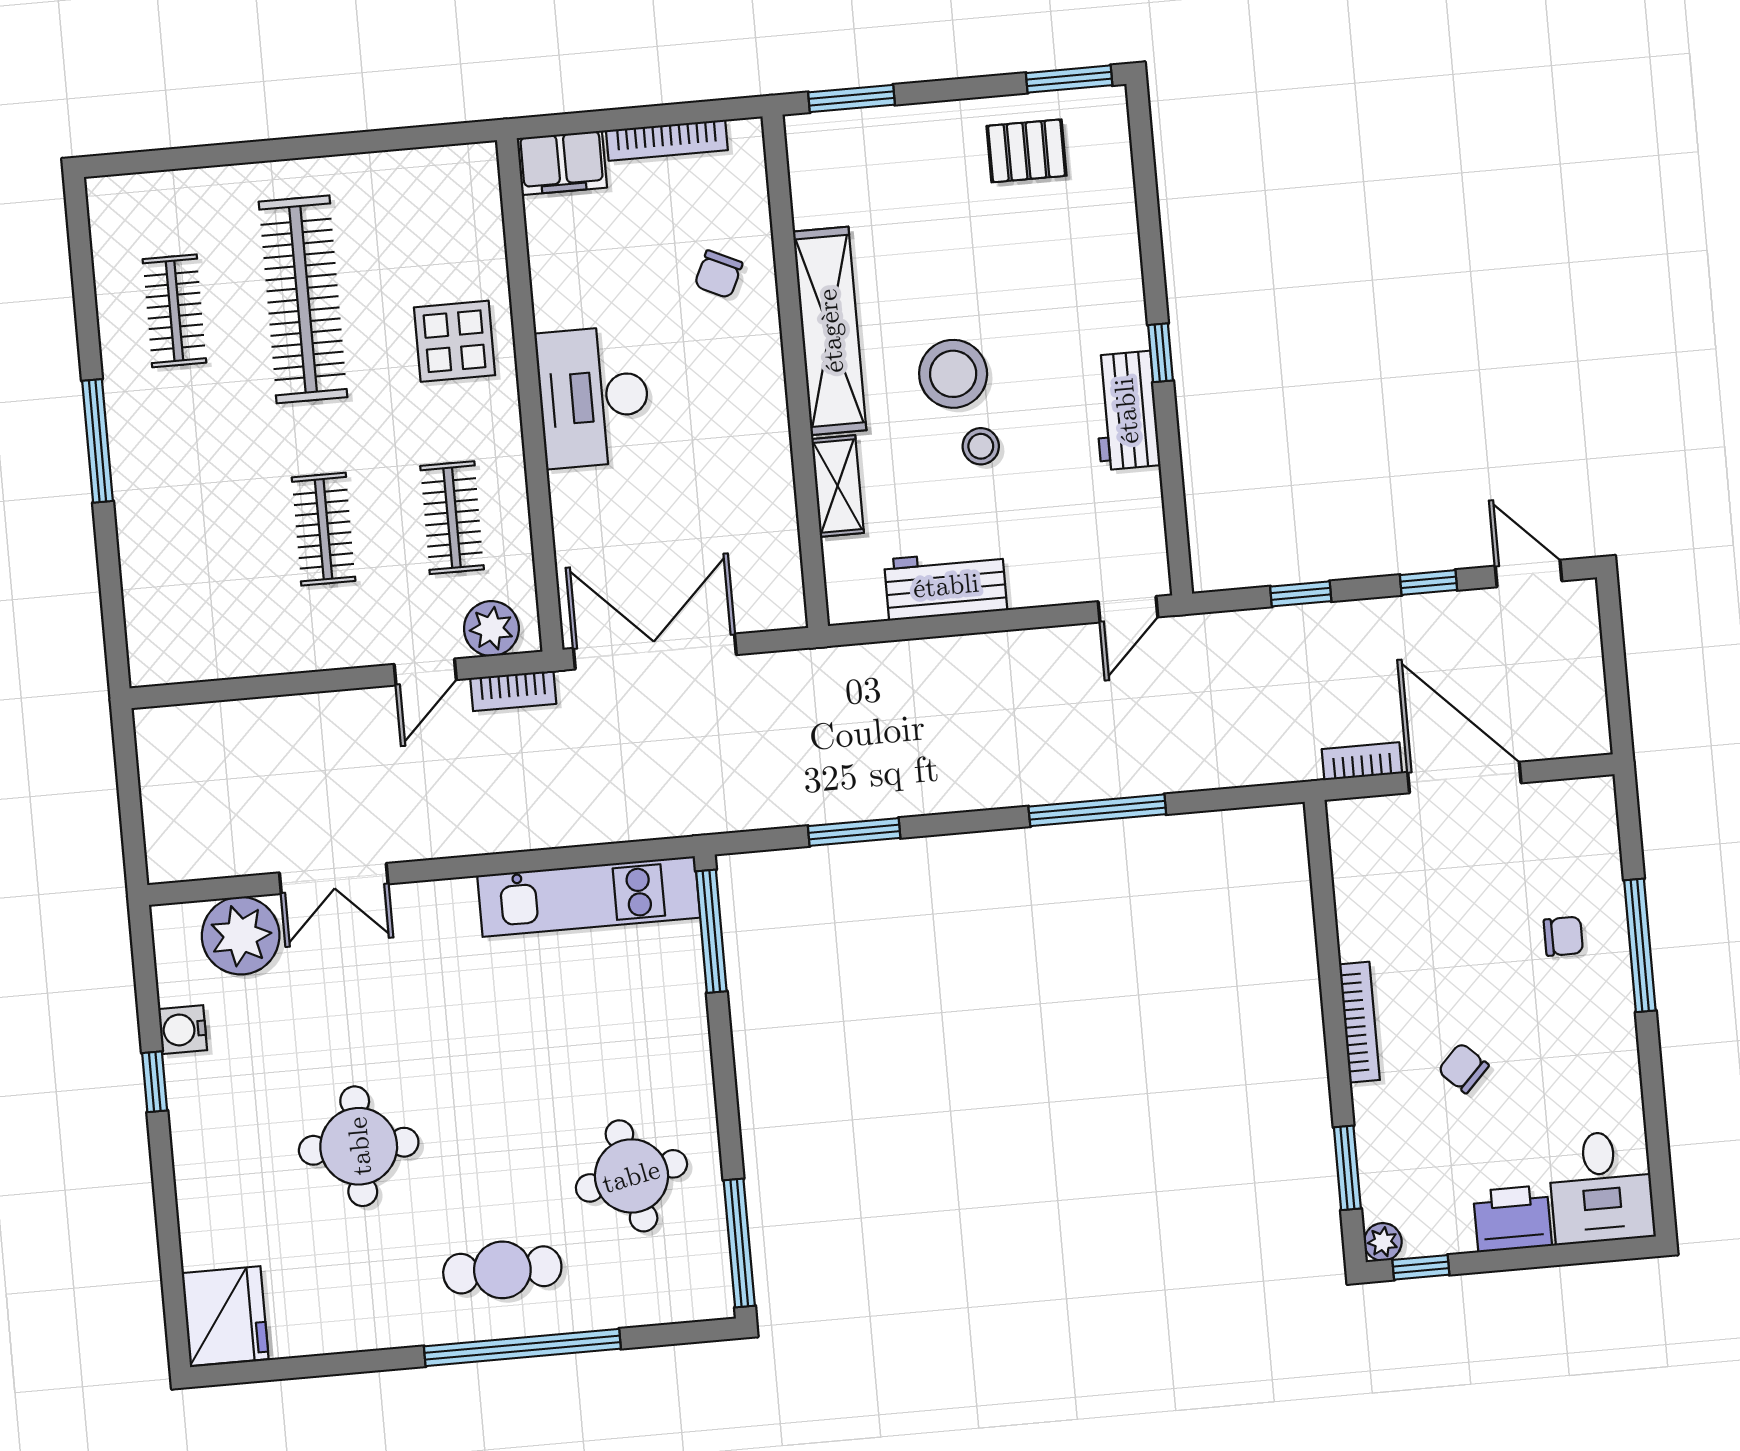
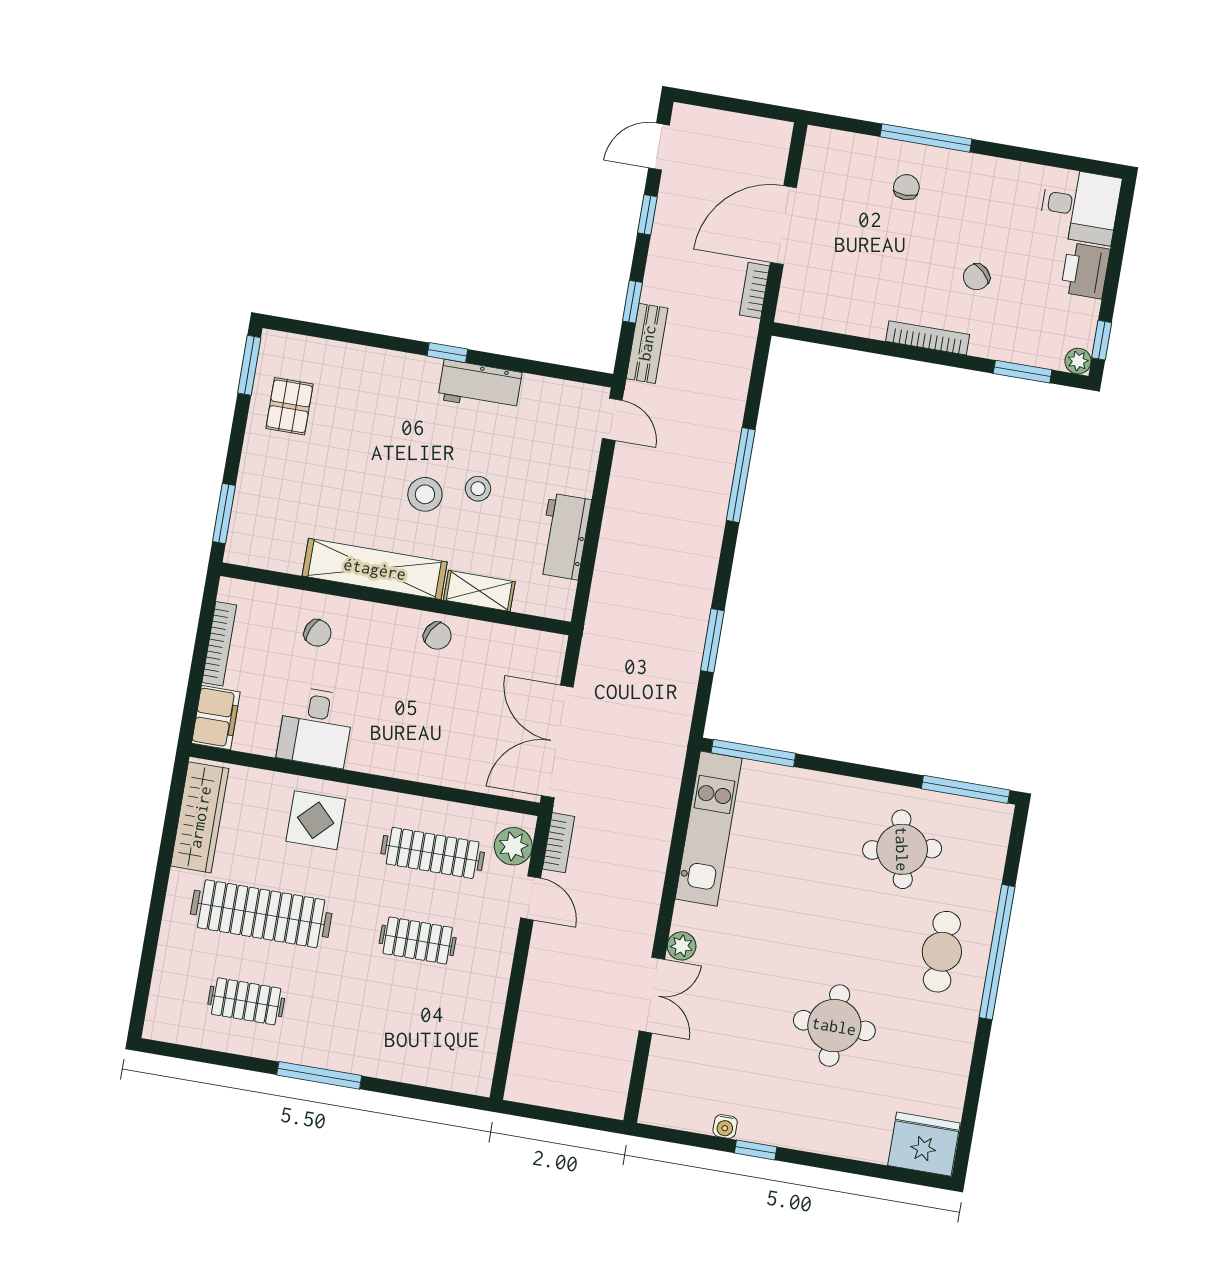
wardrobe: (416, 177) -> (200, 817), added
stool: (953, 374) -> (425, 494), width x0.73, depth x0.73
desk: (594, 397) -> (316, 727), moved, width x0.73
chair: (759, 444) -> (437, 636), added
clothes rail: (452, 518) -> (433, 853), width x1.36
bench: (1248, 630) -> (647, 343), added
plant: (241, 936) -> (682, 946), moved, width x0.53, depth x0.53
water cooler: (183, 1030) -> (725, 1126), width x0.72, depth x0.72

